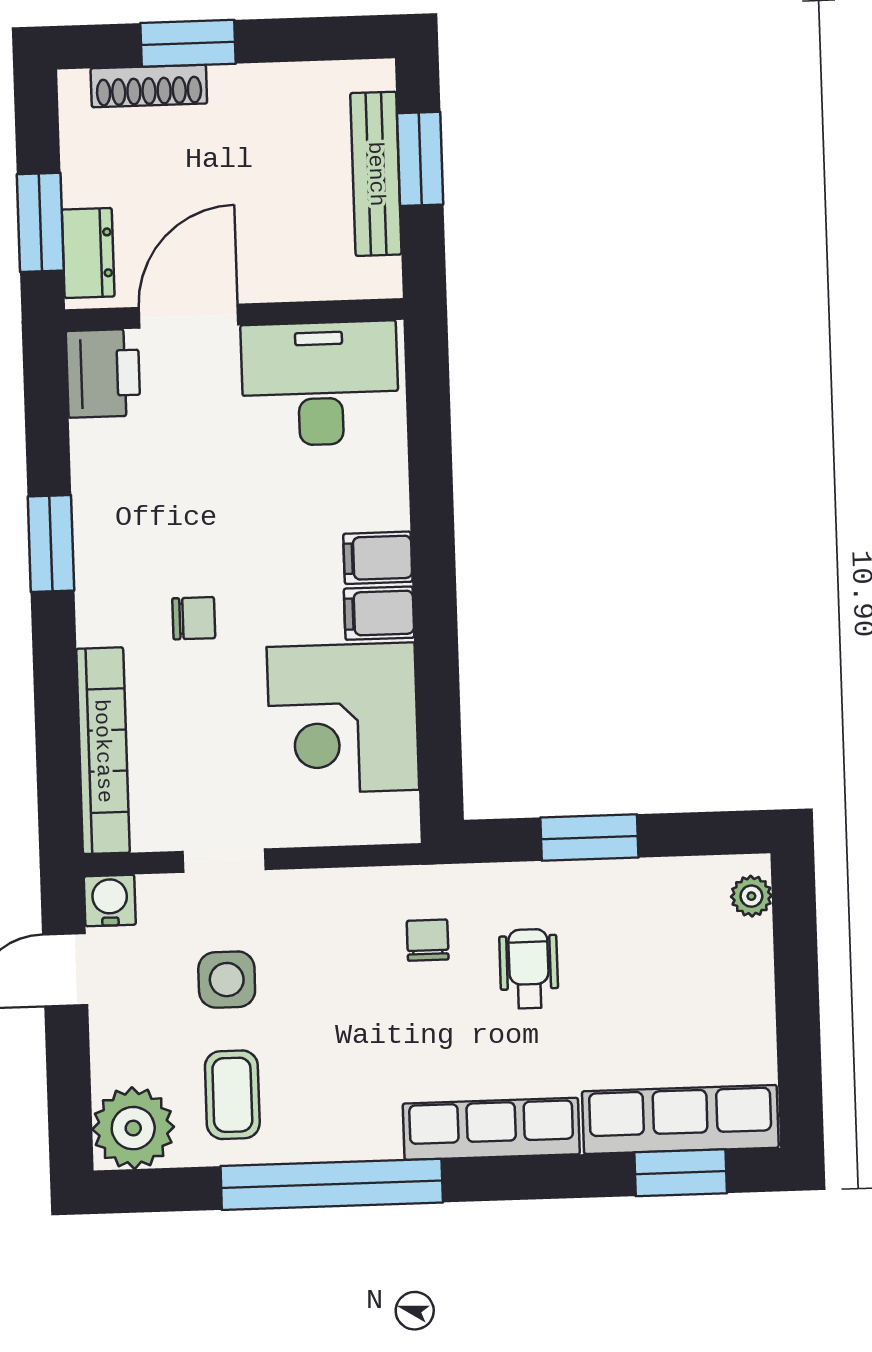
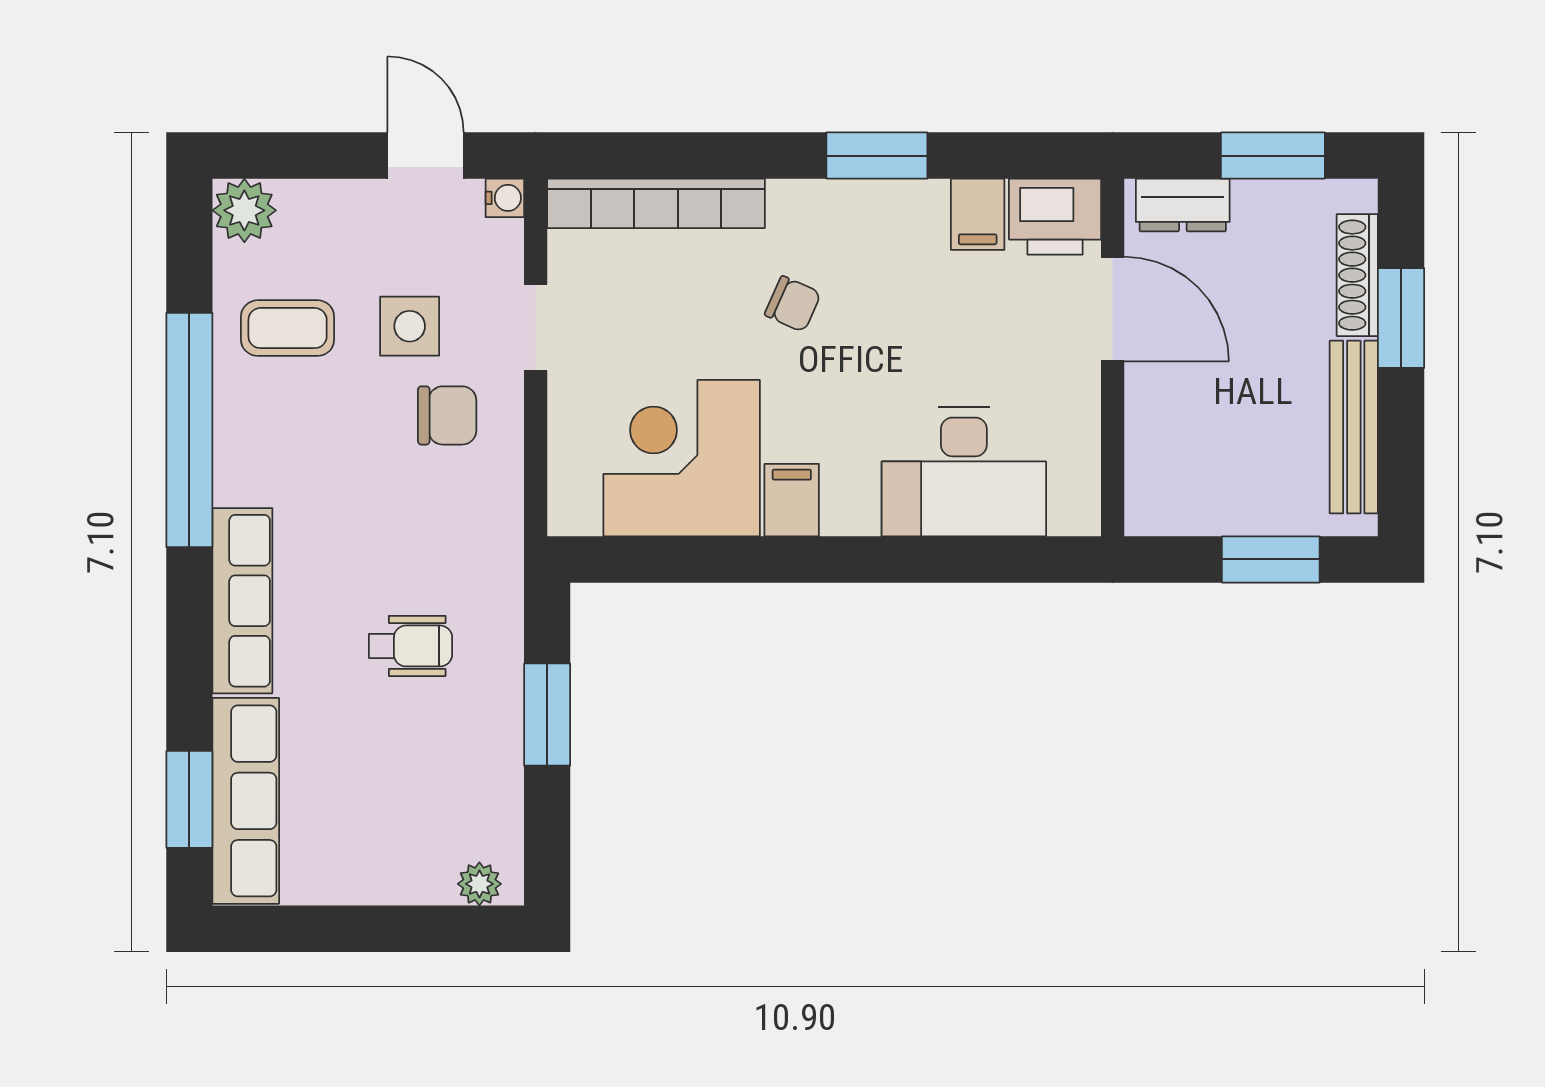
bench: (376, 174) -> (1354, 427), moved, turned 90
window: (40, 222) -> (1273, 156), moved
desk: (320, 384) -> (964, 472), moved, turned 90
filing cabinet: (378, 558) -> (978, 214), moved, turned 180
chair: (194, 618) -> (793, 304), turned -66
water cooler: (110, 900) -> (505, 198), width x0.72, depth x0.72
chair: (428, 940) -> (447, 415), moved, width x1.37, depth x1.37
plant: (133, 1128) -> (244, 210), width x0.73, depth x0.73

